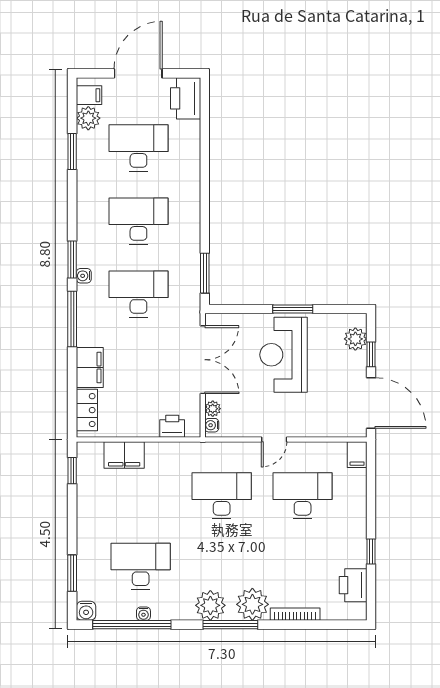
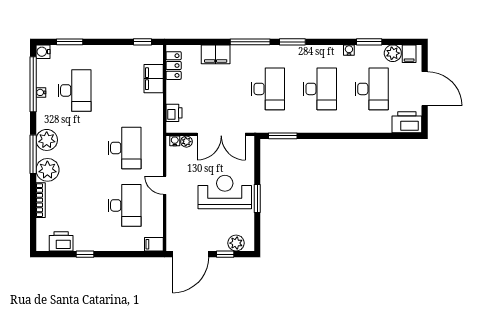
water cooler: (84, 276) -> (349, 50), moved
locker: (87, 410) -> (174, 66), moved, turned -90

